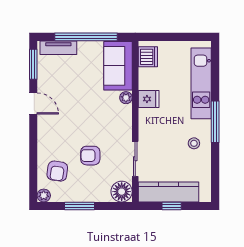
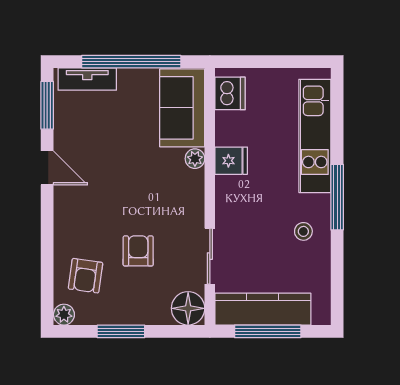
armchair: (90, 156) -> (138, 251), turned 90
window: (172, 206) -> (268, 331), width x2.17

